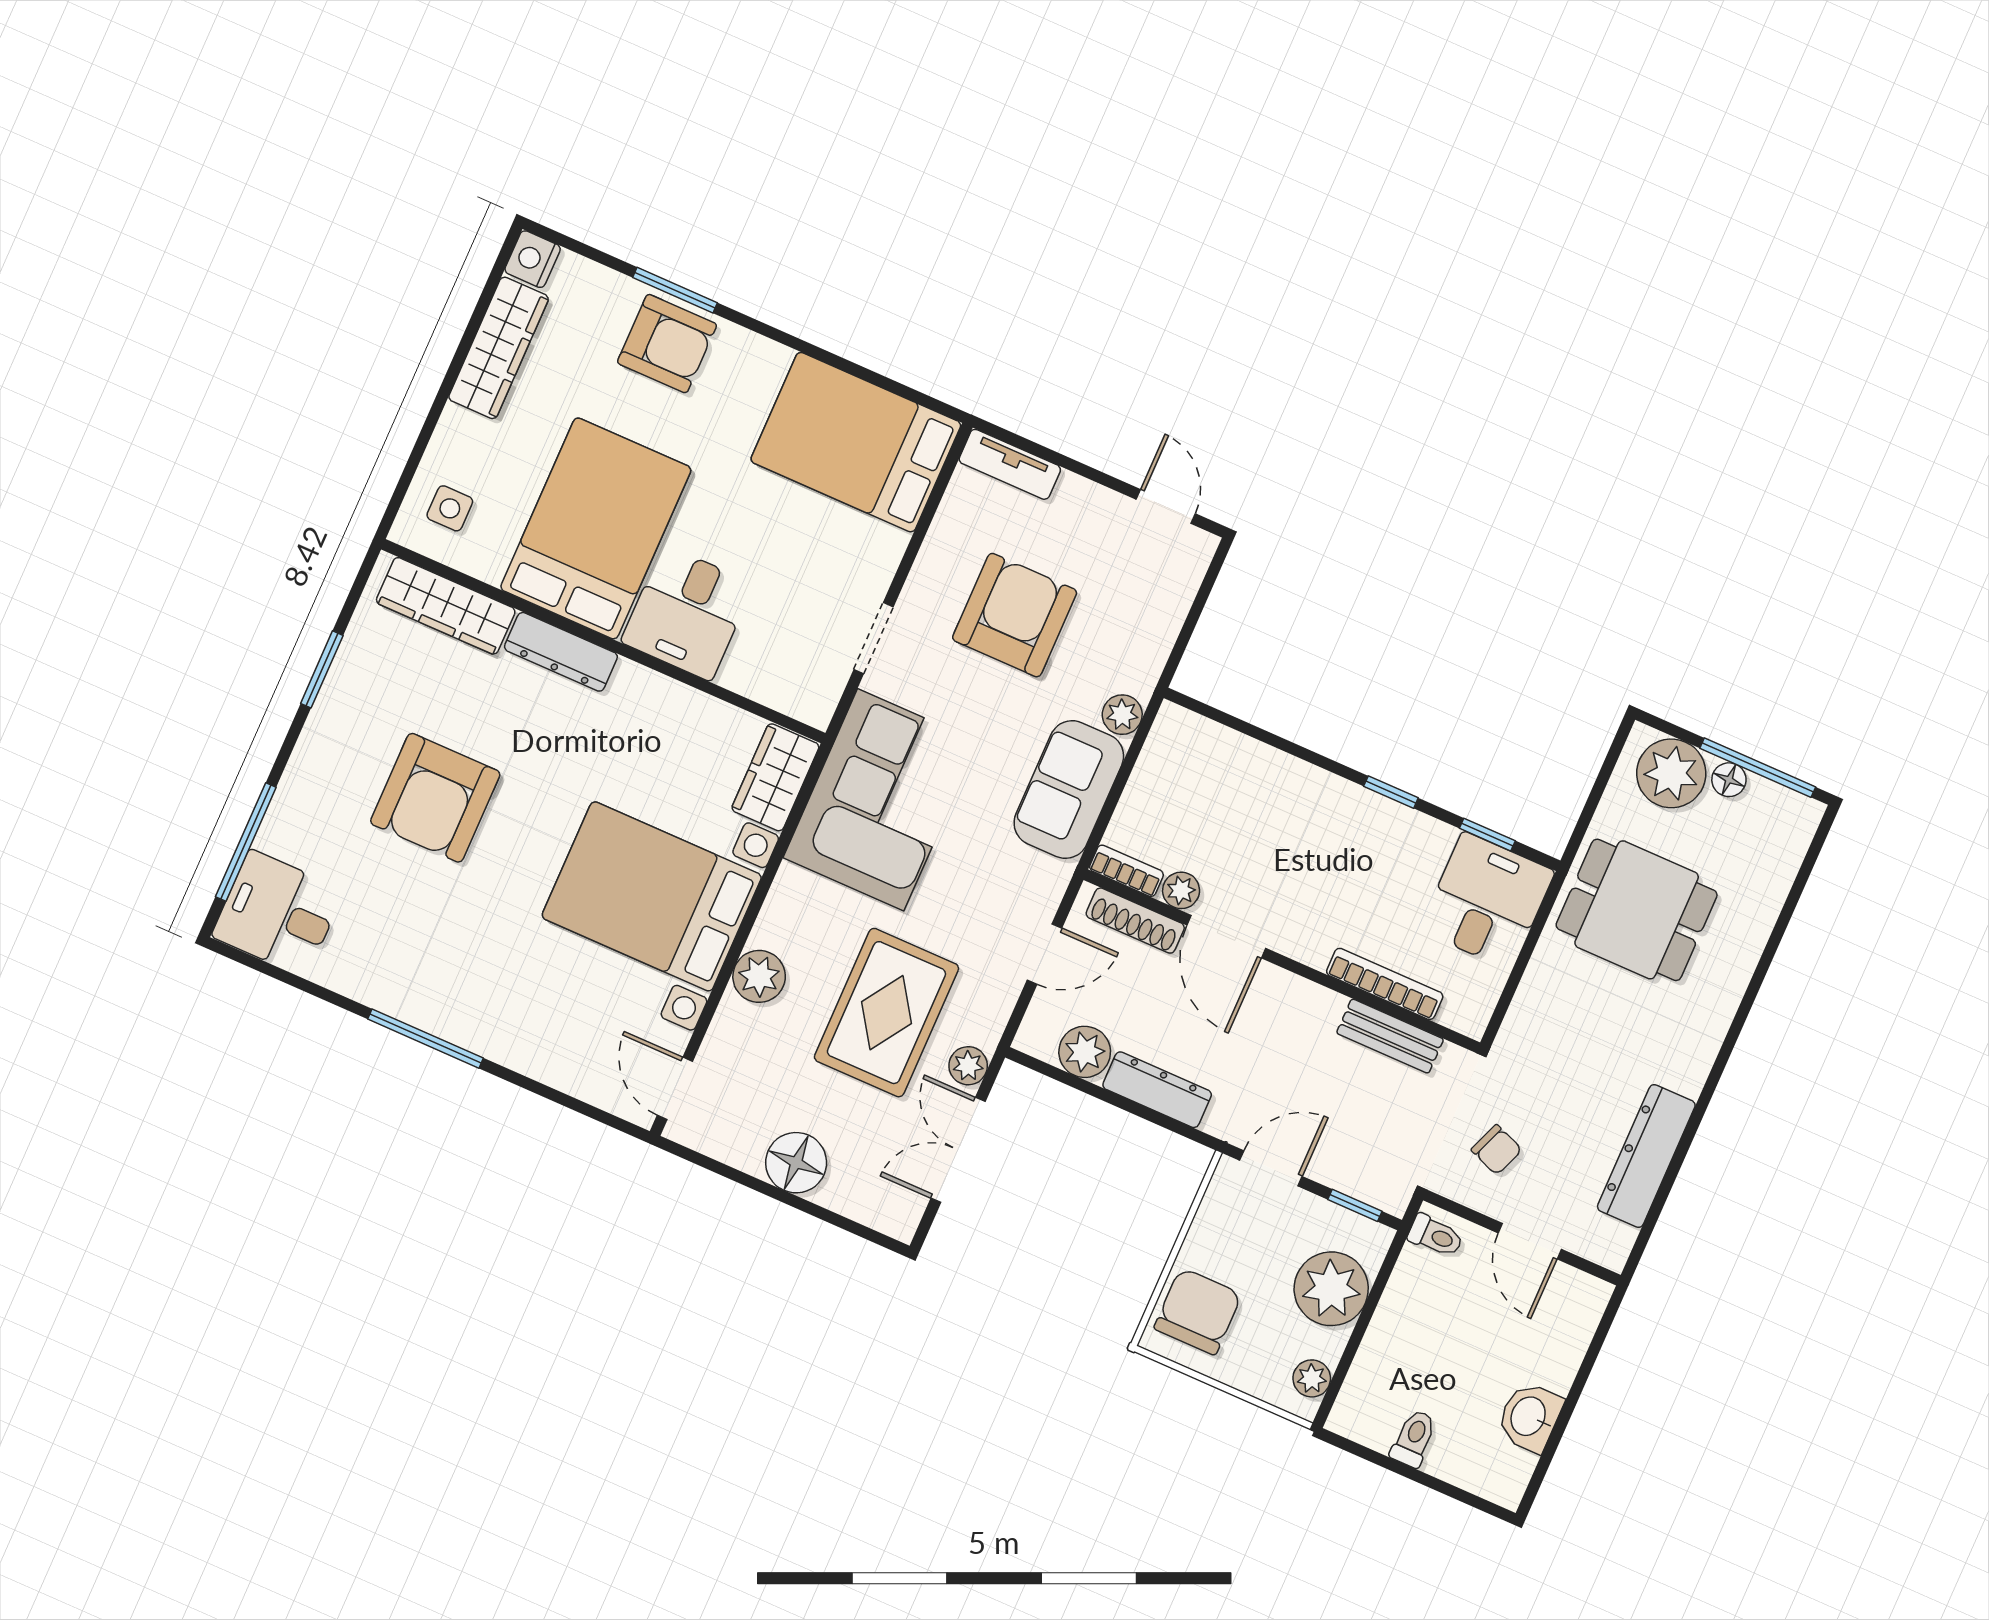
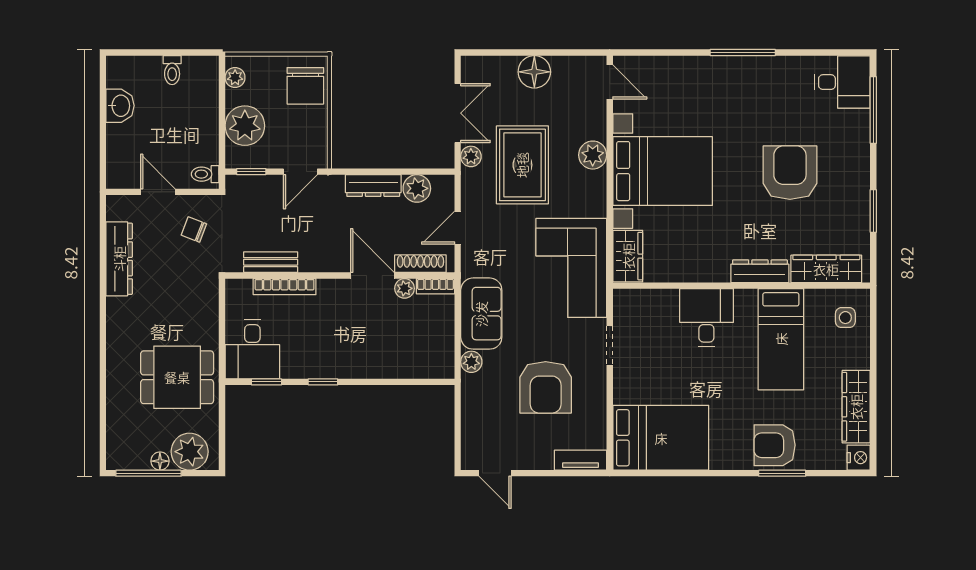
bed: (596, 528) -> (781, 339), width x0.67

